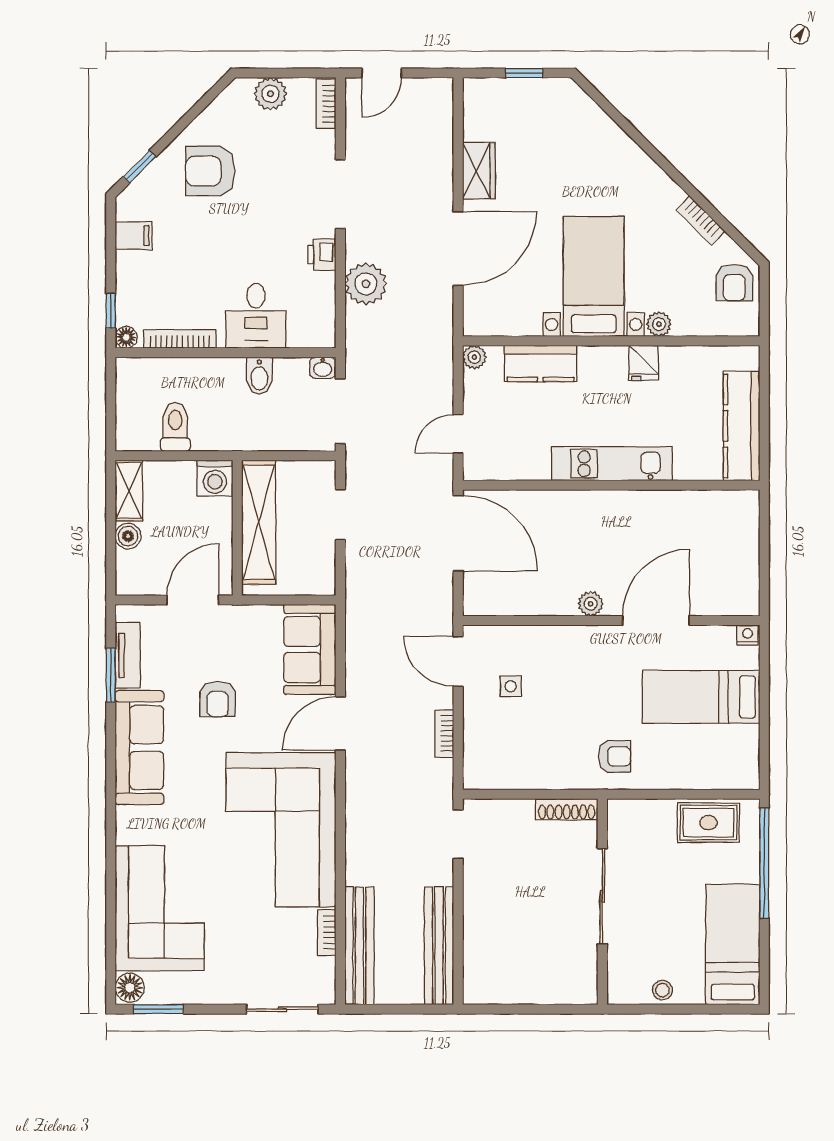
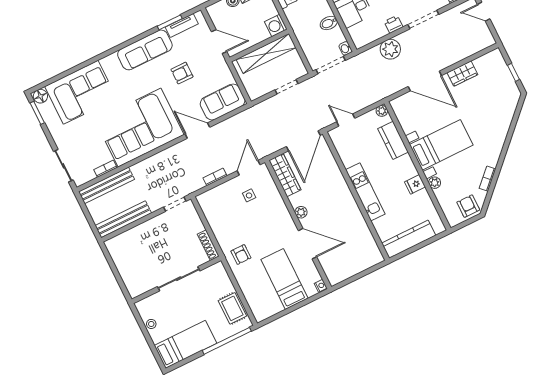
armchair: (734, 283) -> (468, 206), turned 90
wardrobe: (505, 600) -> (285, 175), added

